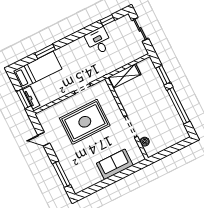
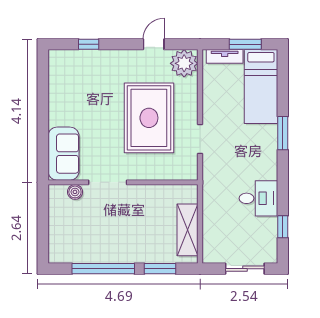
window: (45, 51) -> (283, 133), moved
shelving: (124, 76) -> (188, 230), moved
window: (24, 99) -> (245, 44), moved
plant: (46, 118) -> (184, 63), added
sofa: (115, 164) -> (64, 154), moved
window: (61, 174) -> (89, 44), width x0.46

